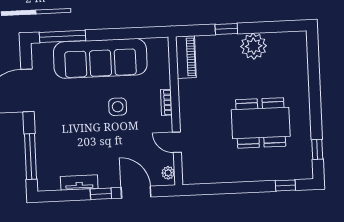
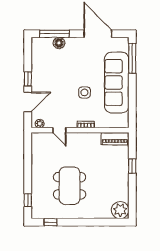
plant: (254, 46) -> (120, 210), moved
door: (177, 142) -> (59, 130), swing flipped
floor lamp: (44, 149) -> (59, 43), added
tv unit: (79, 183) -> (36, 65), removed

